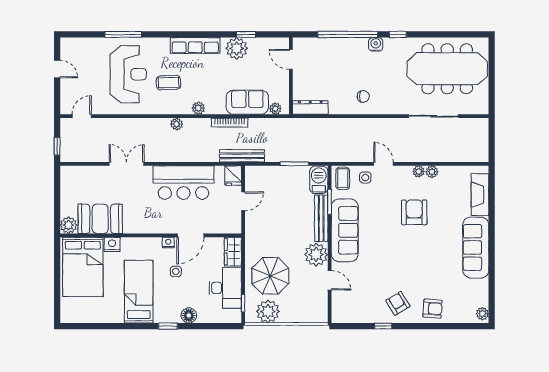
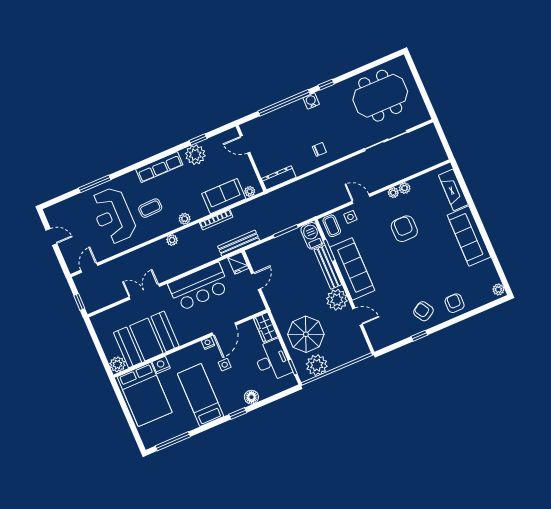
meeting table: (447, 69) -> (380, 96), width x0.73
reception desk: (128, 74) -> (113, 216), turned 180
booth: (100, 219) -> (146, 339), width x1.36, depth x1.42
armchair: (433, 309) -> (455, 303), turned -94
window: (91, 326) -> (173, 441), added

